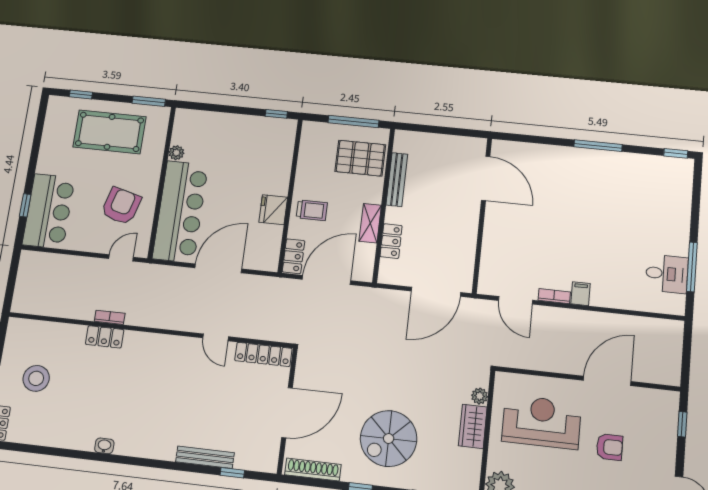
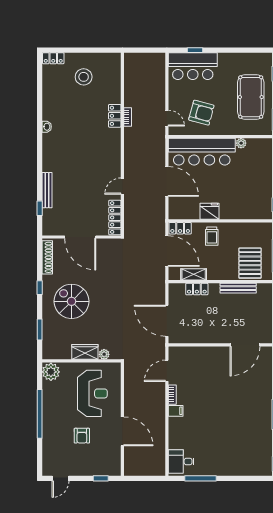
shelving: (370, 223) -> (194, 274), moved
desk: (667, 274) -> (181, 462), moved, turned 90

